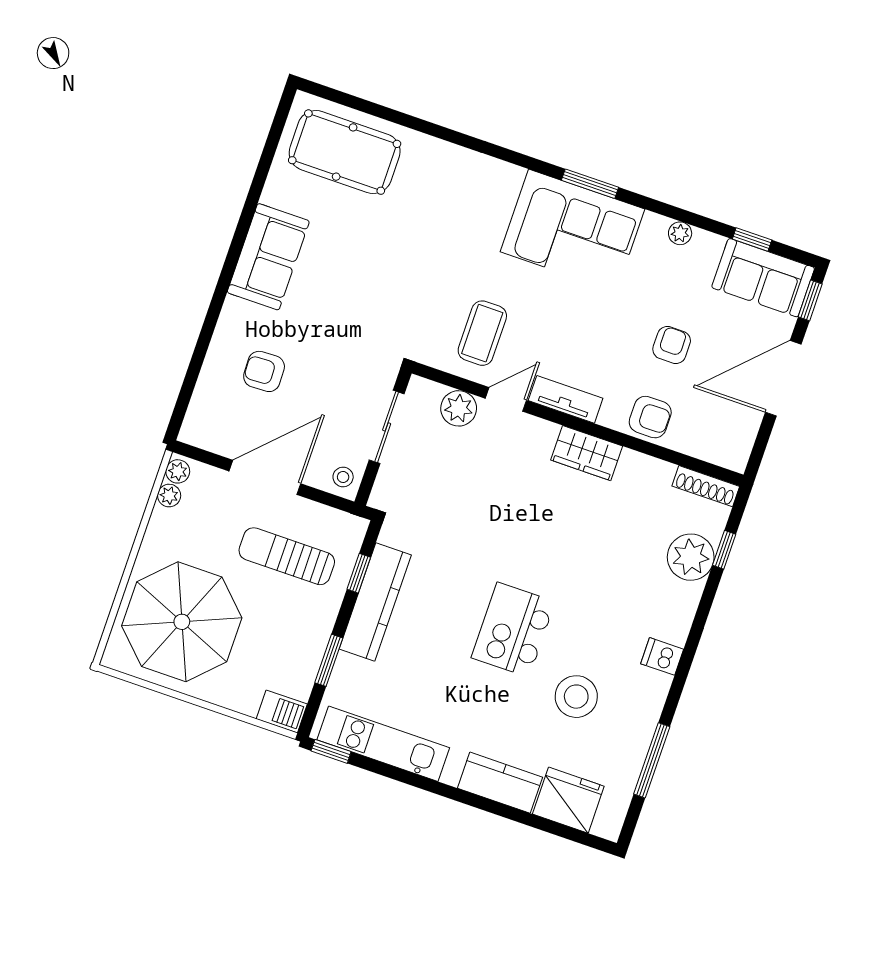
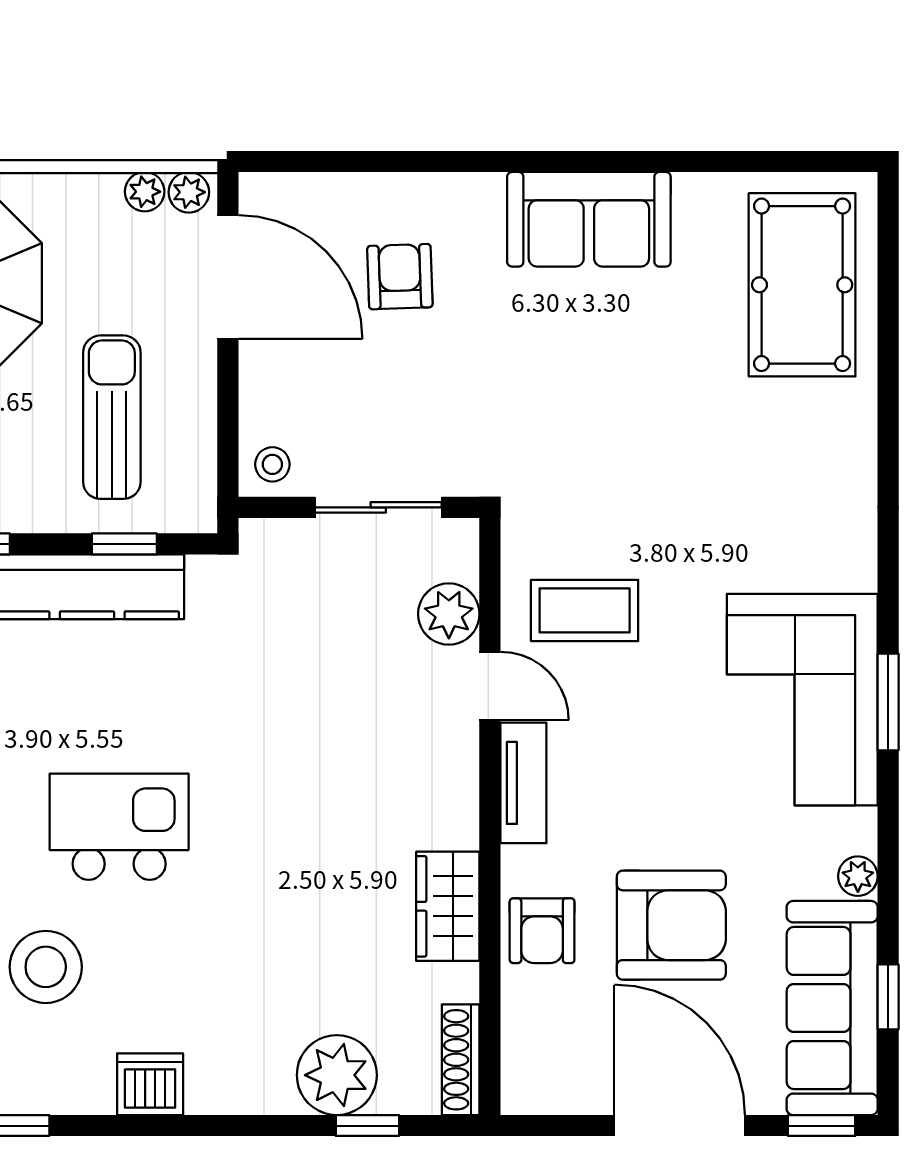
sofa: (763, 278) -> (832, 1008), width x1.36
armchair: (672, 345) -> (671, 925), width x1.88, depth x1.88
wardrobe: (587, 453) -> (448, 906), moved
door: (265, 477) -> (228, 277), moved
dishwasher: (662, 656) -> (150, 1084), width x1.38

